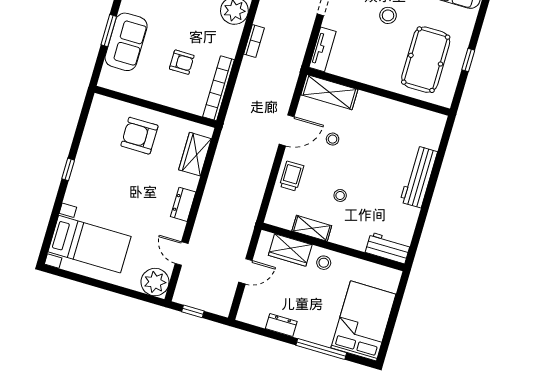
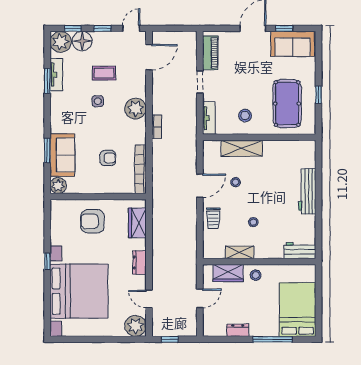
stool: (388, 15) -> (245, 115), moved
plant: (110, 79) -> (58, 186), added
shelving: (329, 92) -> (242, 148), moved
trolley: (292, 176) -> (213, 218), turned 180
bed with nightstands: (89, 244) -> (79, 291), width x1.85

